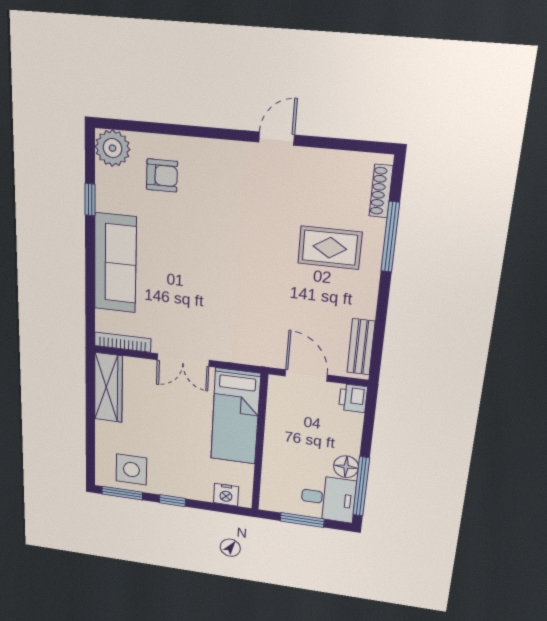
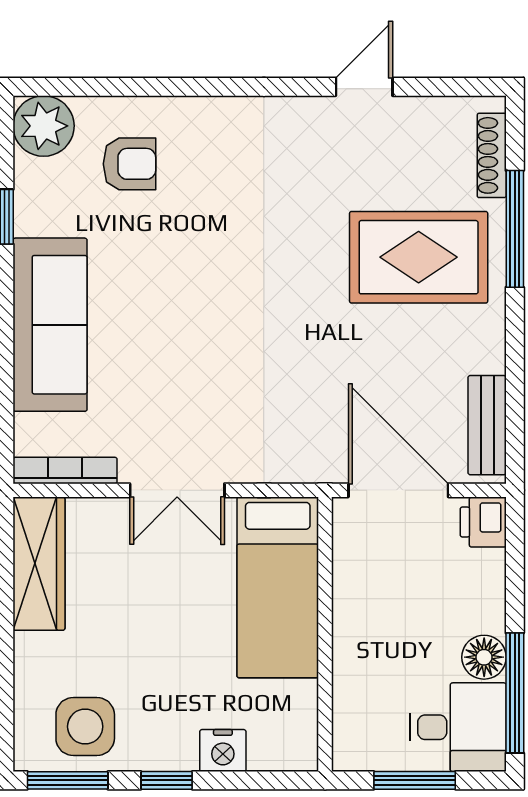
door: (277, 139) -> (364, 87), moved
rug: (330, 248) -> (419, 257), width x1.36, depth x1.43
door: (306, 375) -> (398, 490), width x1.36
nightstand: (226, 495) -> (223, 751), moved

